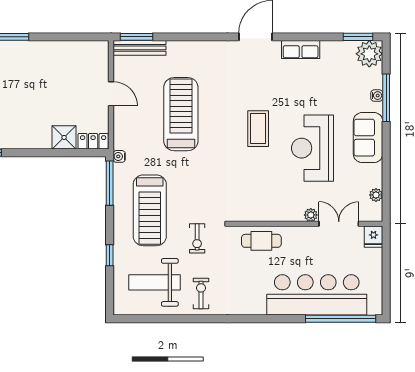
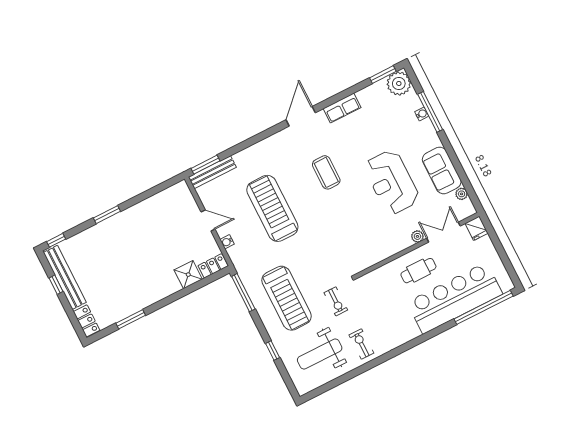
coffee table: (258, 129) -> (326, 172), moved
sofa: (368, 138) -> (442, 170), moved
water cooler: (119, 156) -> (227, 242), moved
cafe table: (261, 241) -> (418, 271), moved

